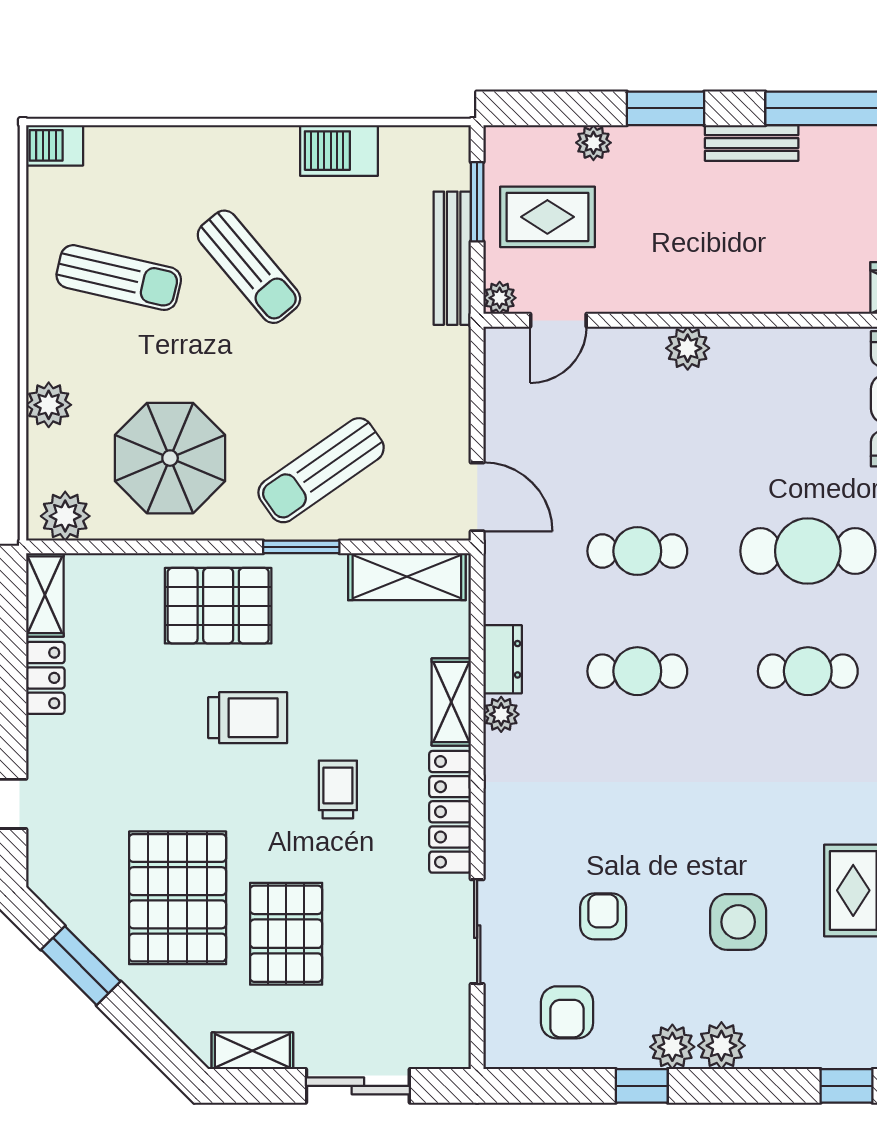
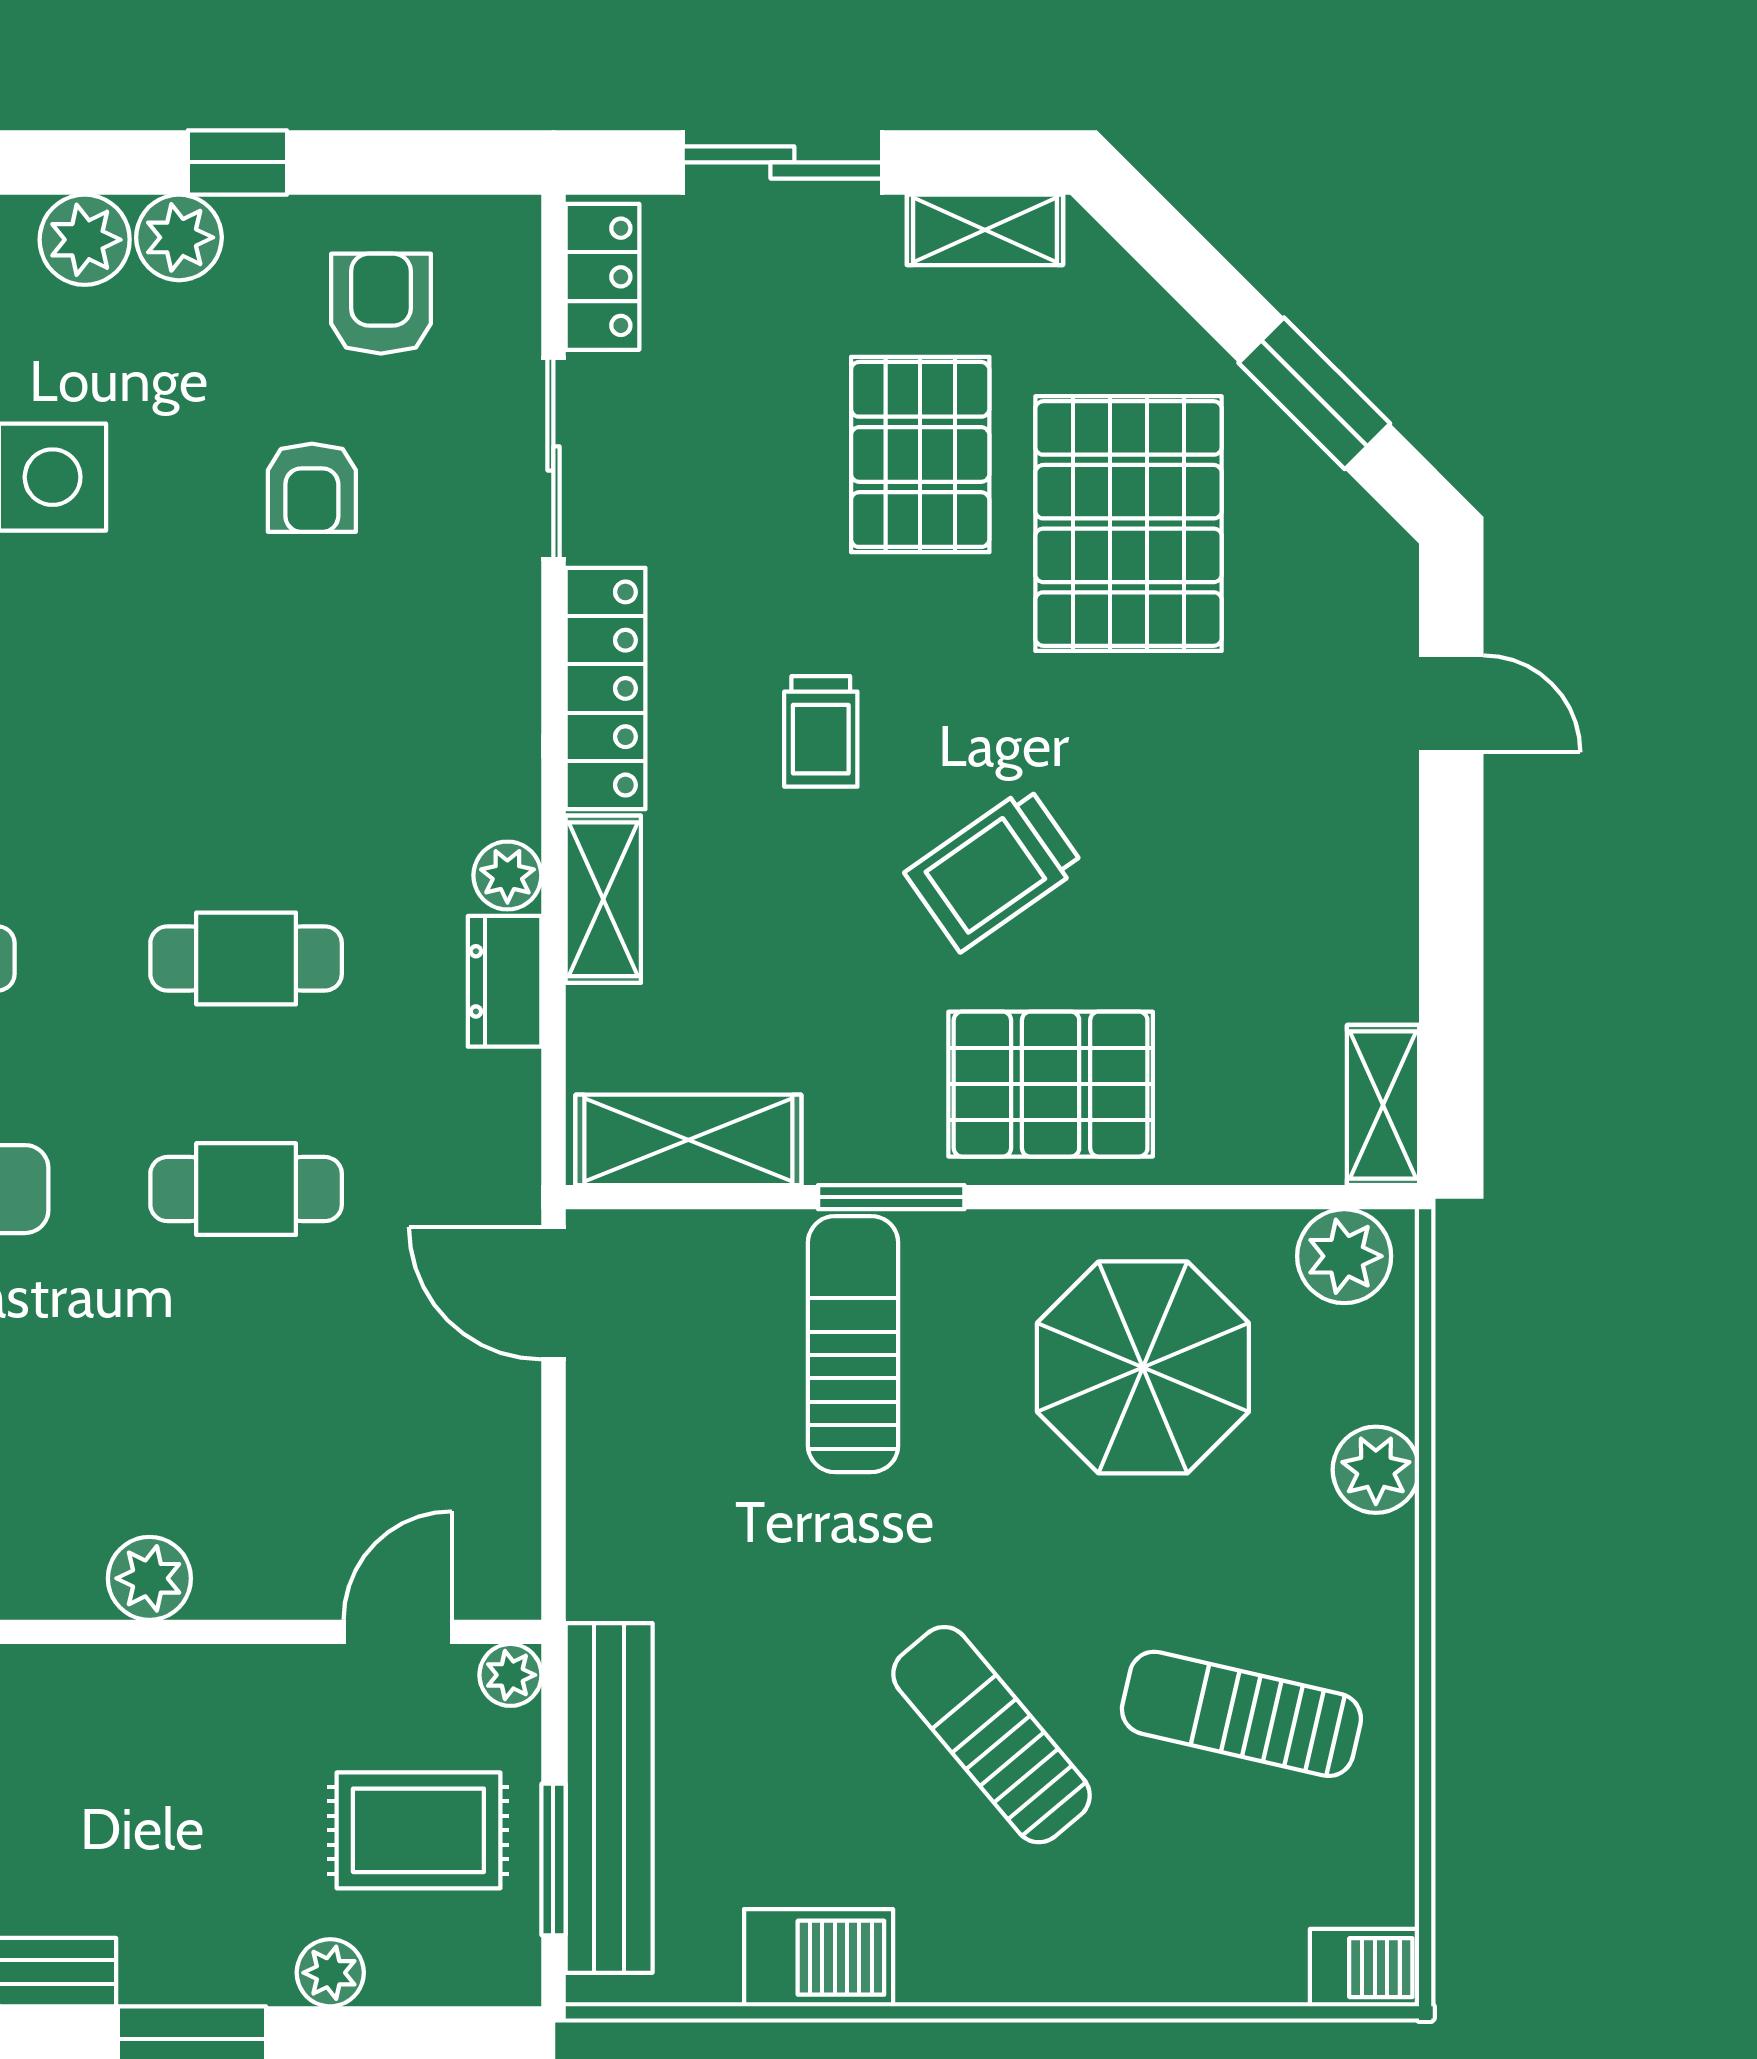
bench: (452, 258) -> (609, 1798), width x1.37, depth x1.21
sun lounger: (321, 470) -> (853, 1344), turned -55
locker: (45, 678) -> (602, 277), moved, turned 180
trolley: (248, 718) -> (994, 869), turned -35

